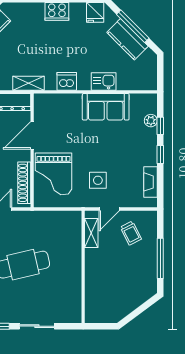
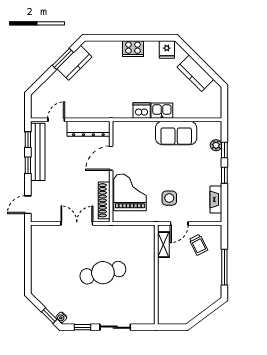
window: (133, 26) -> (200, 62), removed
kitchen sink: (104, 81) -> (162, 111), moved
shelving: (28, 83) -> (108, 112), removed
grand piano: (54, 174) -> (130, 192), turned 180

